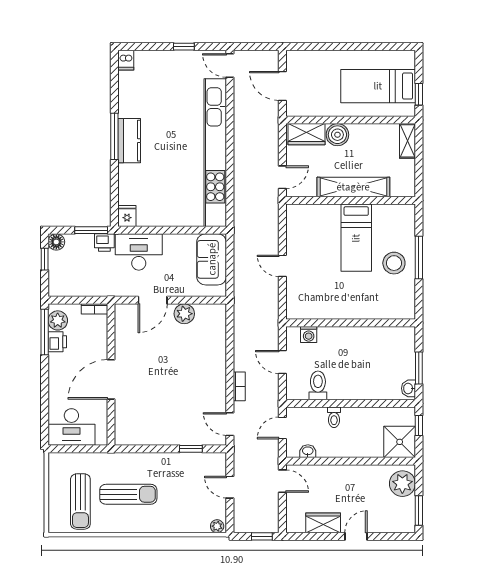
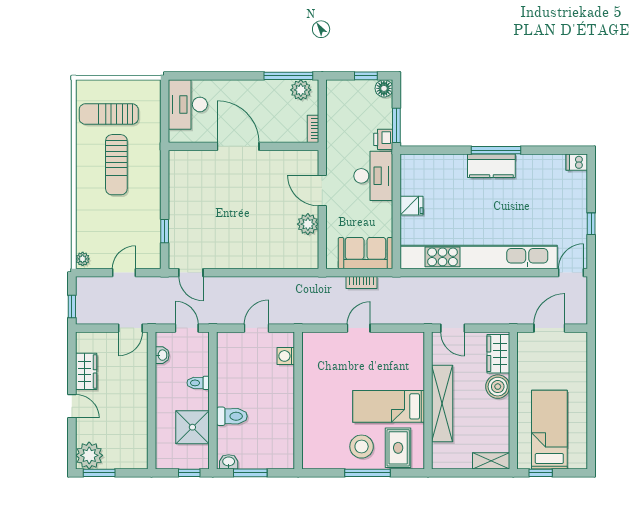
fridge: (127, 216) -> (411, 206), moved
rug: (395, 229) -> (398, 448), added
printer: (57, 342) -> (278, 89), removed
toilet: (318, 385) -> (232, 416), moved
bookcase: (239, 386) -> (362, 282), moved
door: (230, 424) -> (191, 273), swing flipped
shower: (400, 442) -> (192, 427), moved
plant: (402, 484) -> (89, 455), moved

